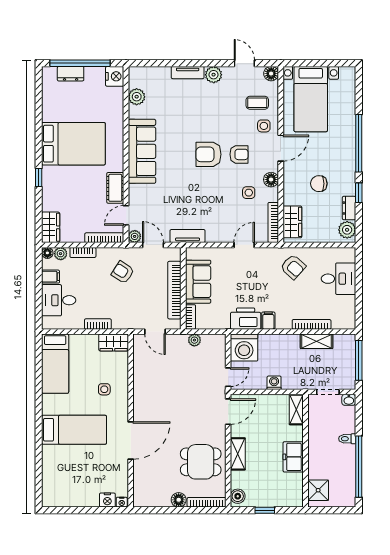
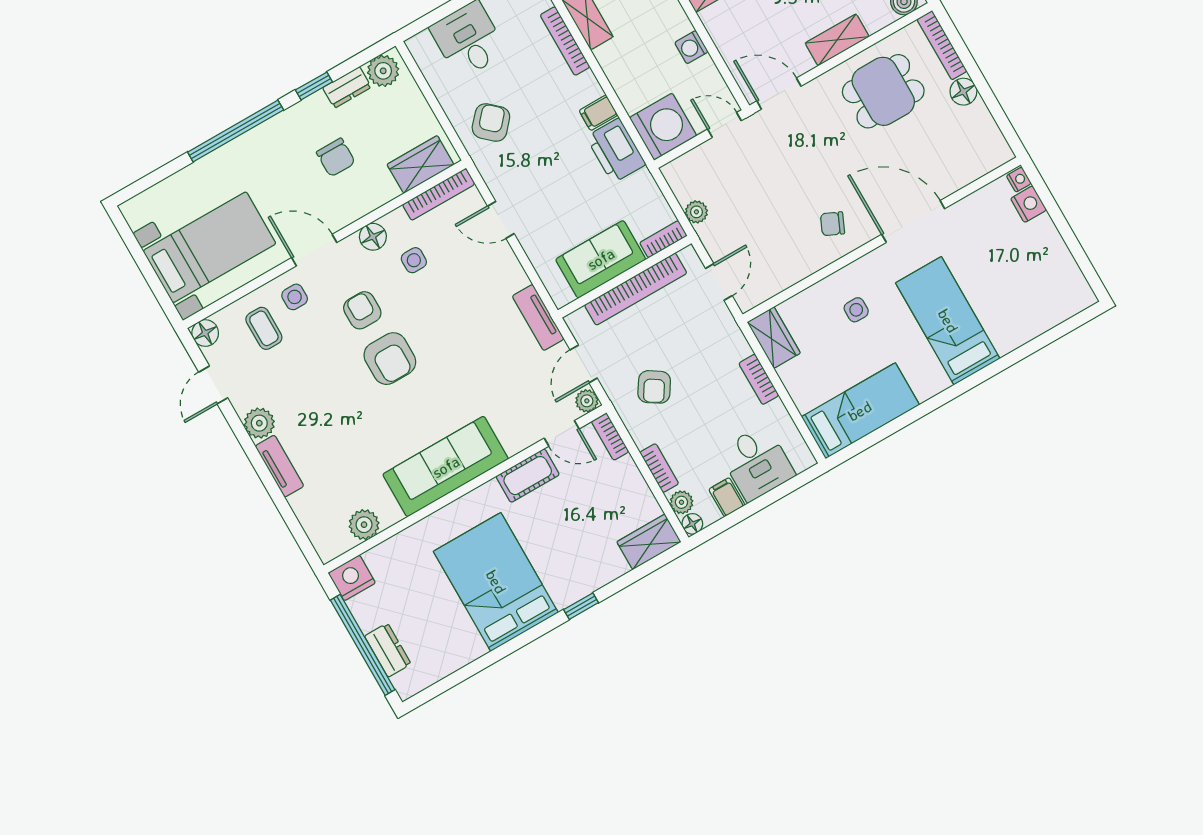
bookcase: (104, 238) -> (610, 437), width x0.64
chair: (152, 401) -> (832, 224), added
dining table: (201, 462) -> (883, 91), turned 90

